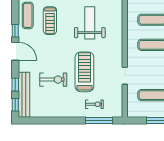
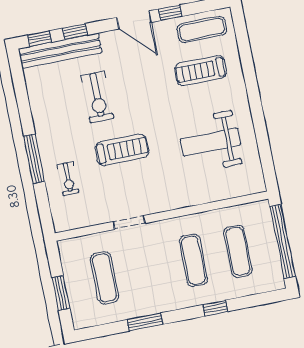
weight bench: (90, 23) -> (210, 142), turned 180
door: (15, 51) -> (134, 20), hinge flipped
treadmill: (84, 72) -> (122, 150), width x0.73, depth x0.73
window: (99, 121) -> (34, 159), moved

